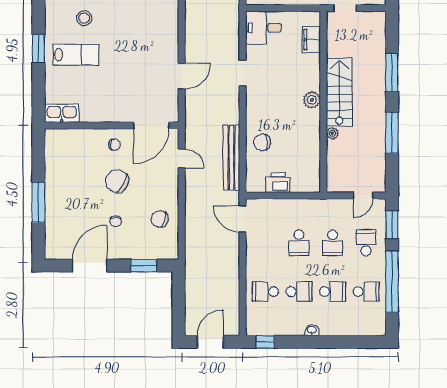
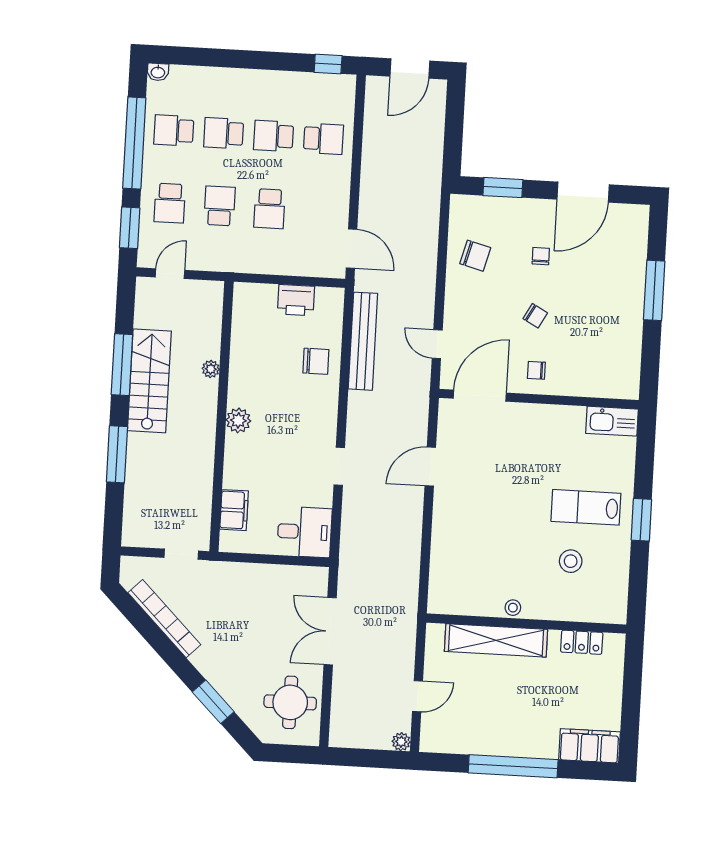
stairs: (339, 92) -> (149, 381), moved, turned 180
chair: (117, 181) -> (535, 316), width x0.54, depth x0.54
school desk: (299, 243) -> (269, 209), turned 180
washbasin: (312, 330) -> (158, 72), moved

